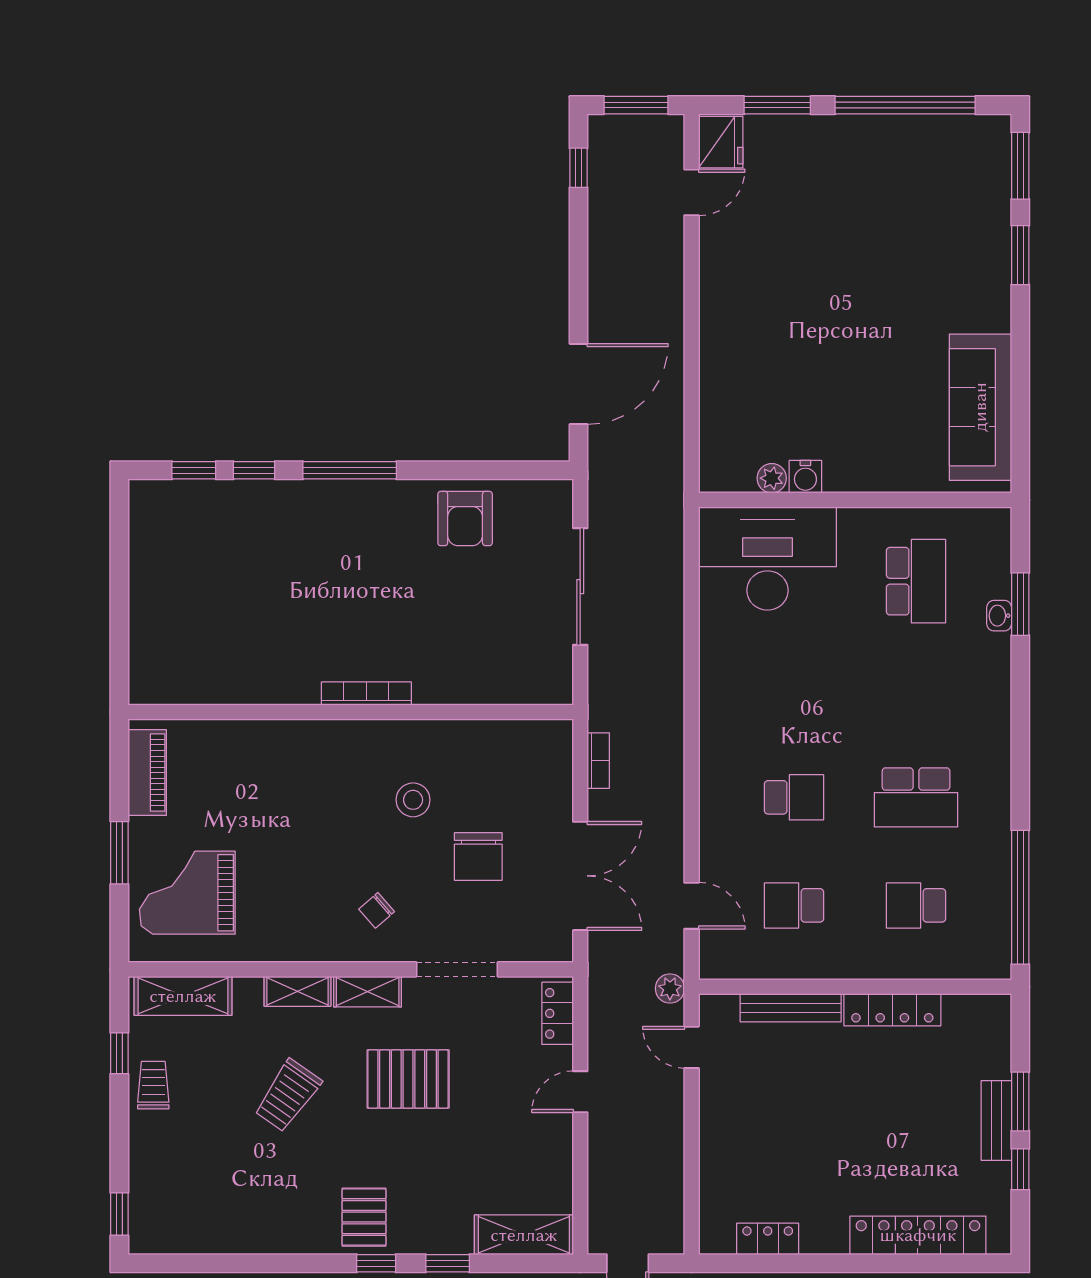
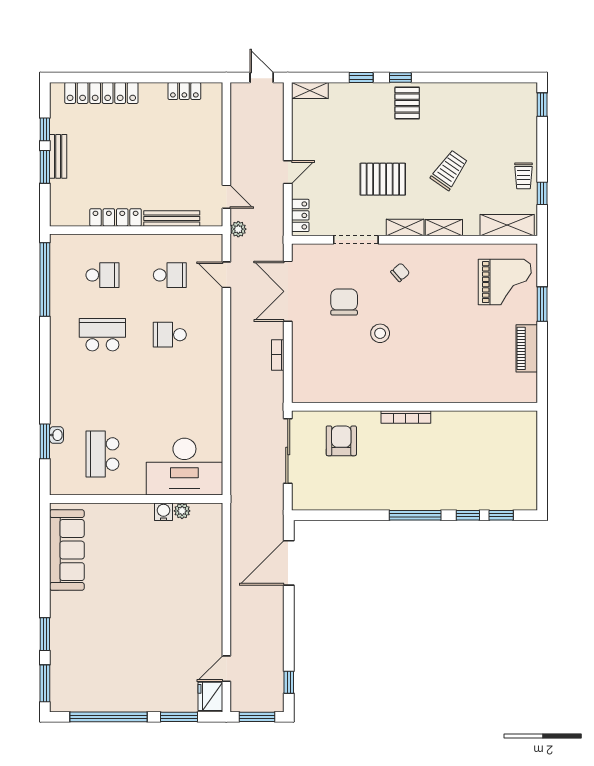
armchair: (465, 519) -> (341, 441), moved
bookcase: (366, 694) -> (406, 417), moved
wall: (351, 712) -> (415, 407), moved
shelving: (524, 1235) -> (310, 90), width x0.67, depth x0.75

